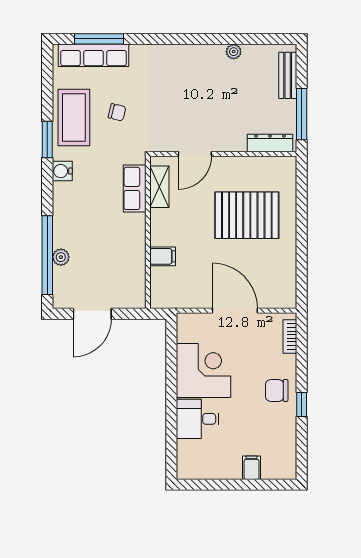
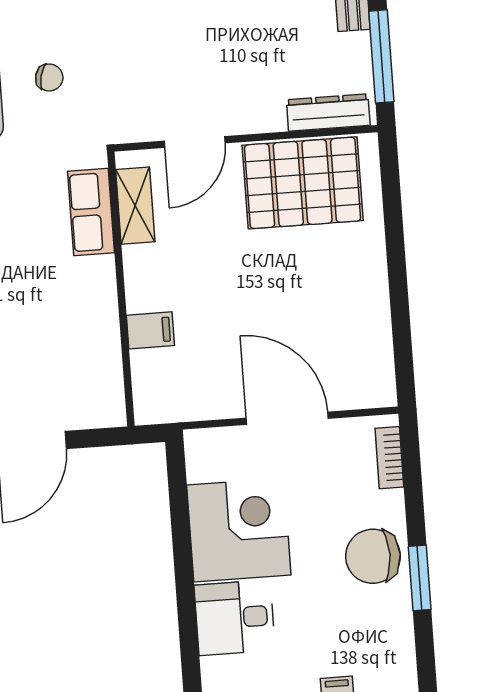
pallet: (247, 215) -> (303, 183), moved
chair: (277, 390) -> (373, 556), width x1.37, depth x1.37
window: (302, 404) -> (420, 578), width x1.50

